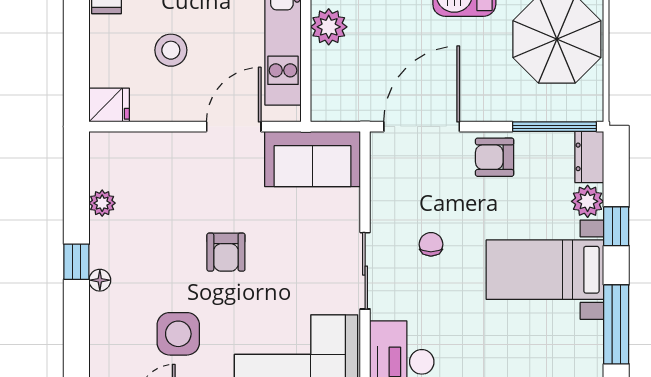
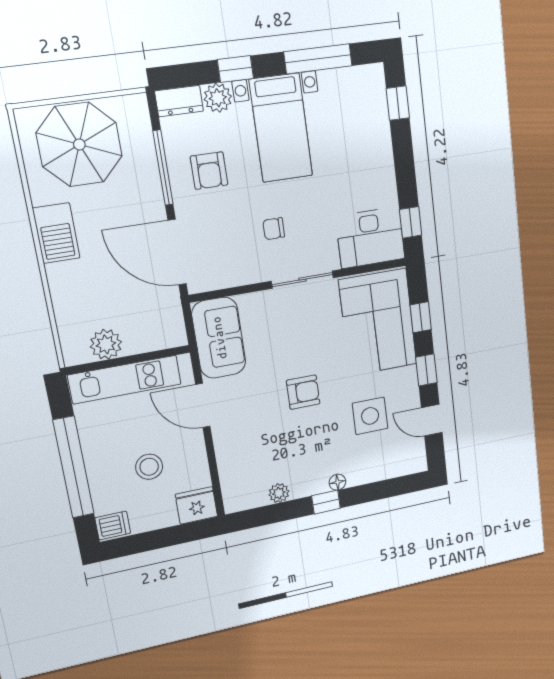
fridge: (109, 105) -> (196, 505), width x1.38
window: (554, 127) -> (163, 168), moved
armchair: (495, 157) -> (209, 171), moved

